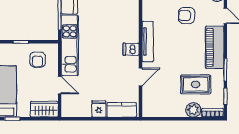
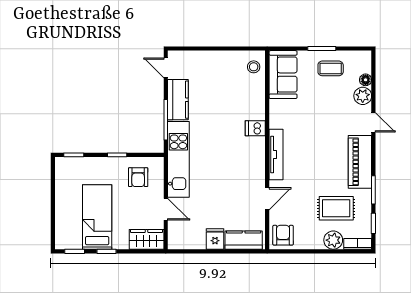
armchair: (187, 15) -> (283, 235), moved, turned 90
dishwasher: (131, 49) -> (255, 128), moved

